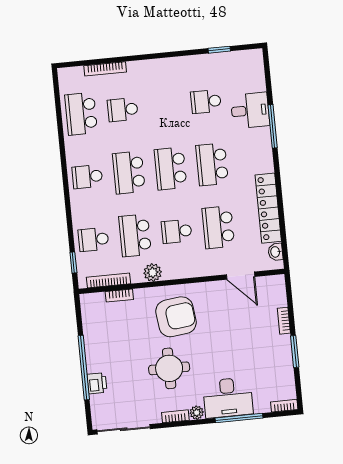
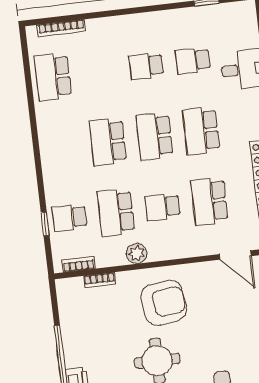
bookcase: (105, 69) -> (61, 28), moved
school desk: (123, 110) -> (146, 66), moved
school desk: (87, 177) -> (61, 147), removed
window: (73, 262) -> (45, 224), moved
bookcase: (108, 280) -> (79, 264), width x0.64

